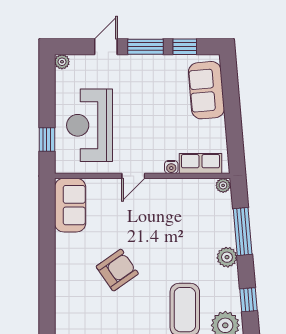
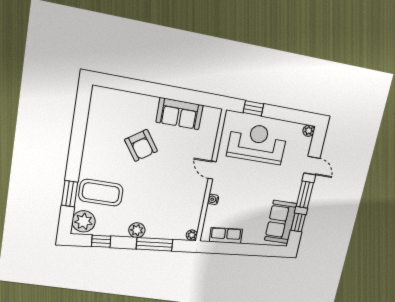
sofa: (206, 90) -> (281, 222), moved, turned -85
row of seats: (200, 164) -> (226, 235), moved, turned -95
sofa: (70, 205) -> (180, 114), moved

